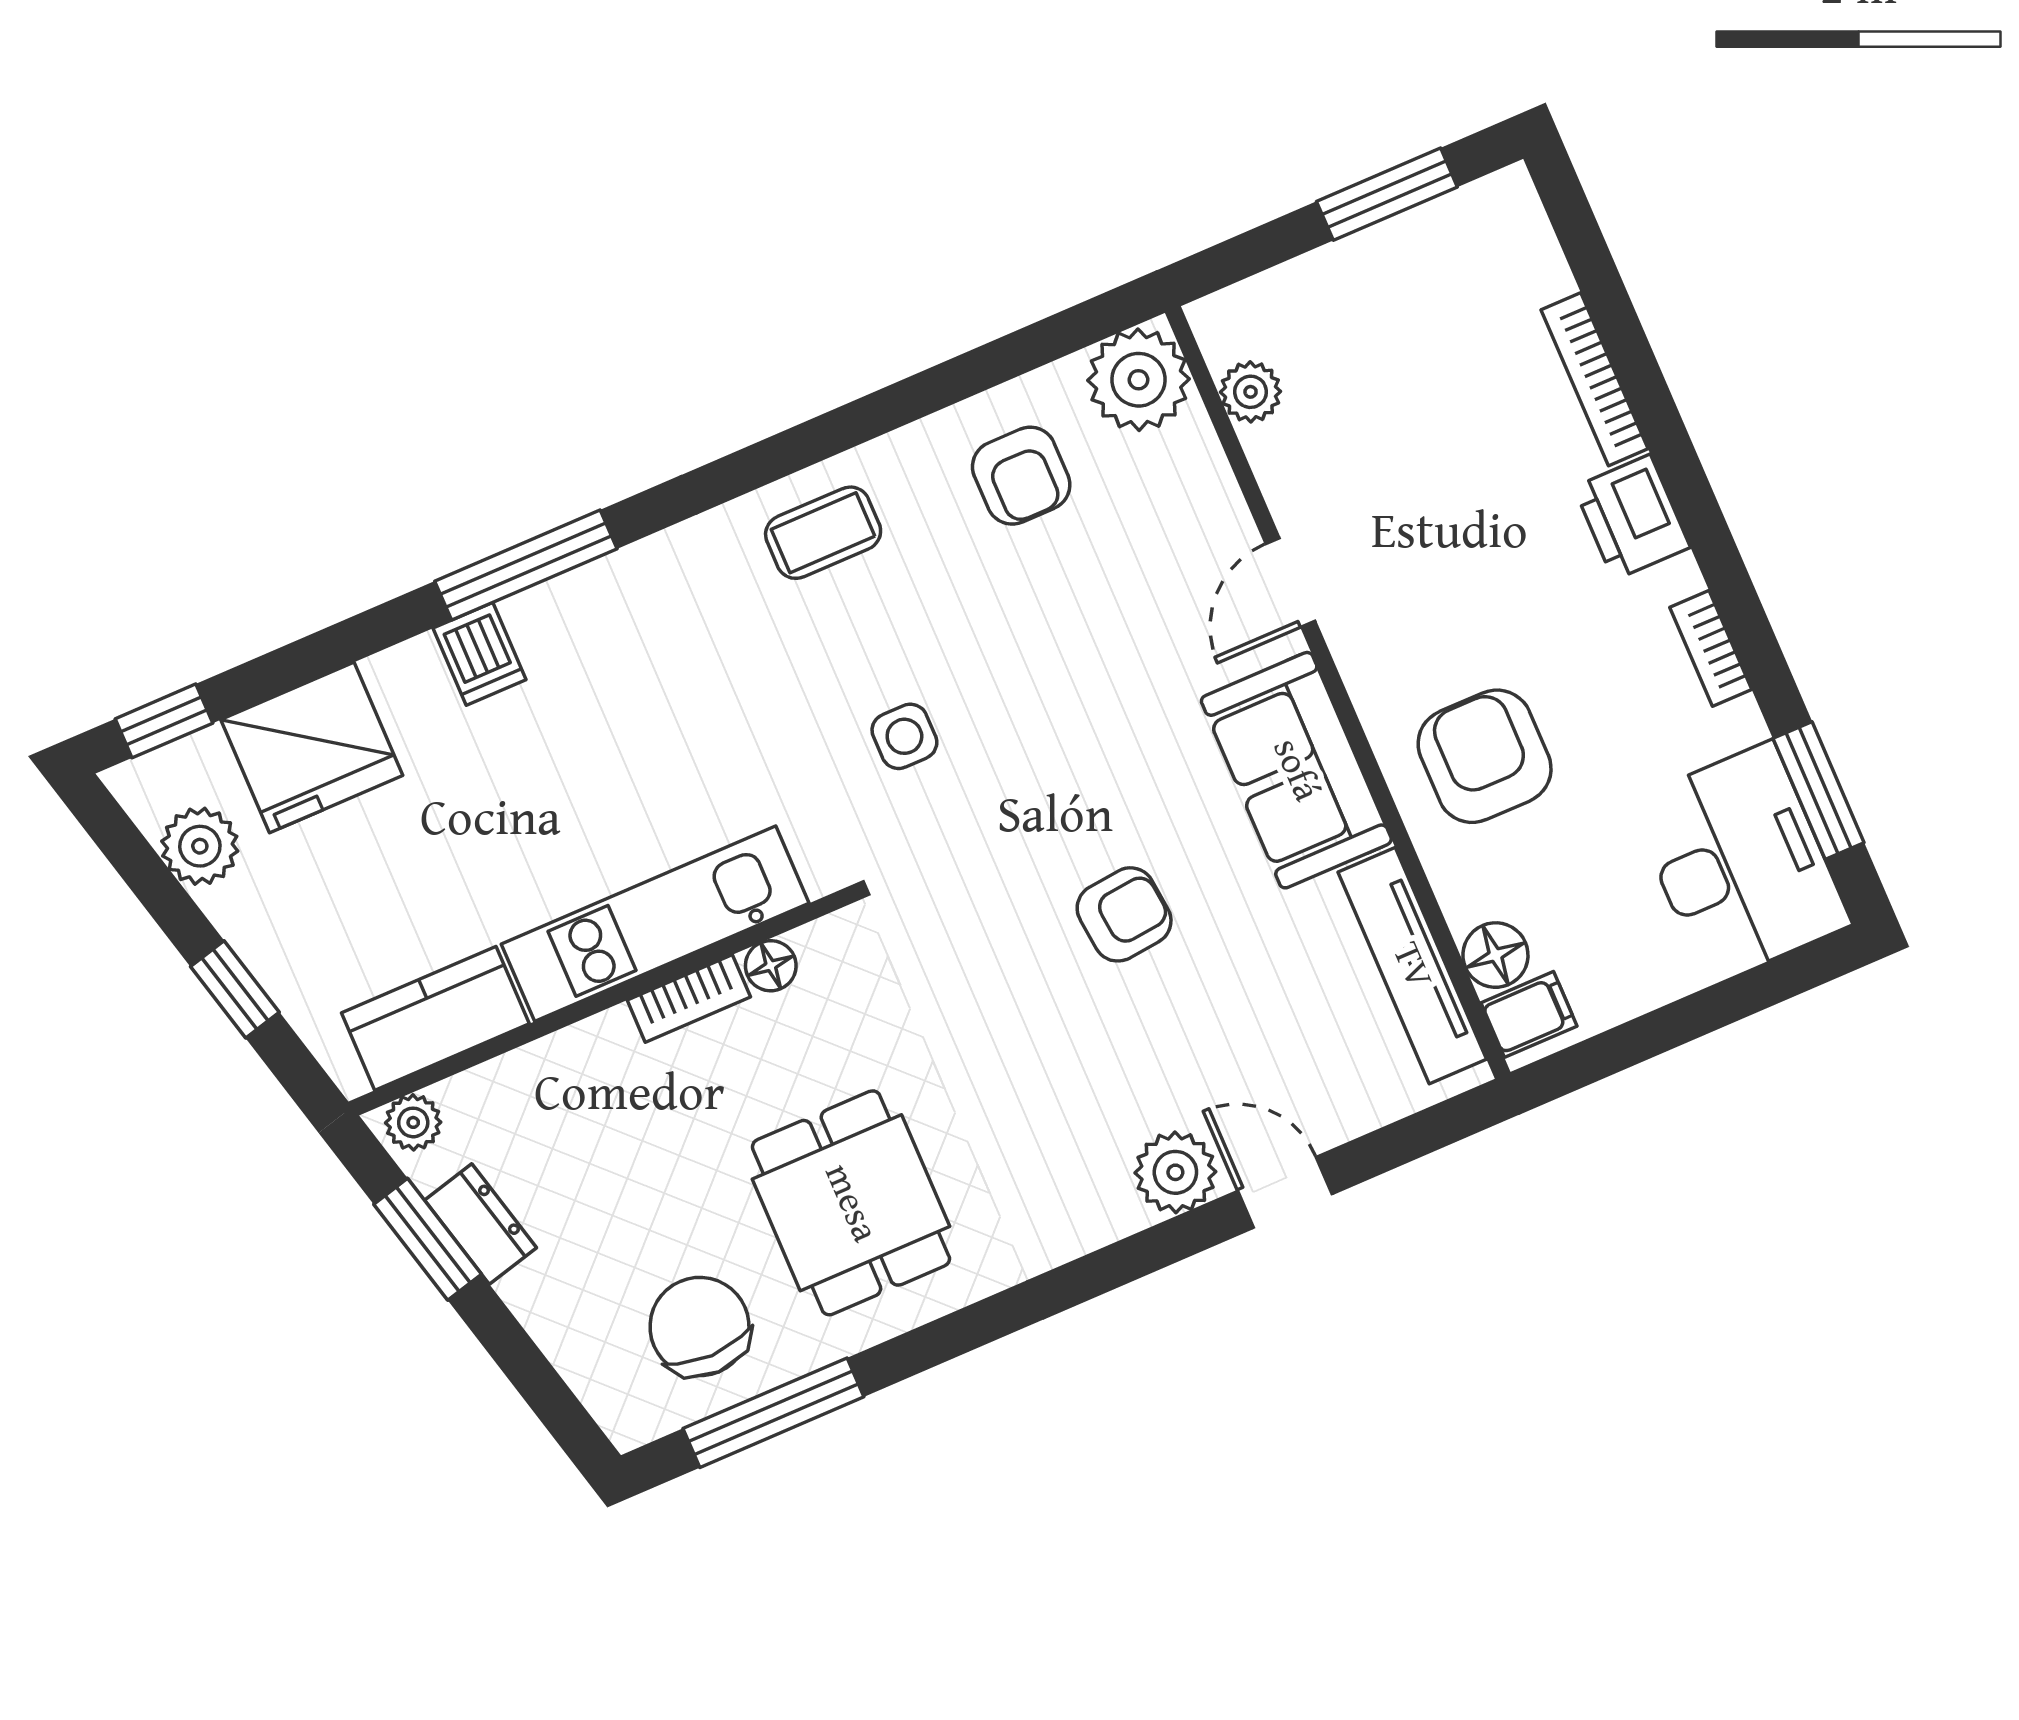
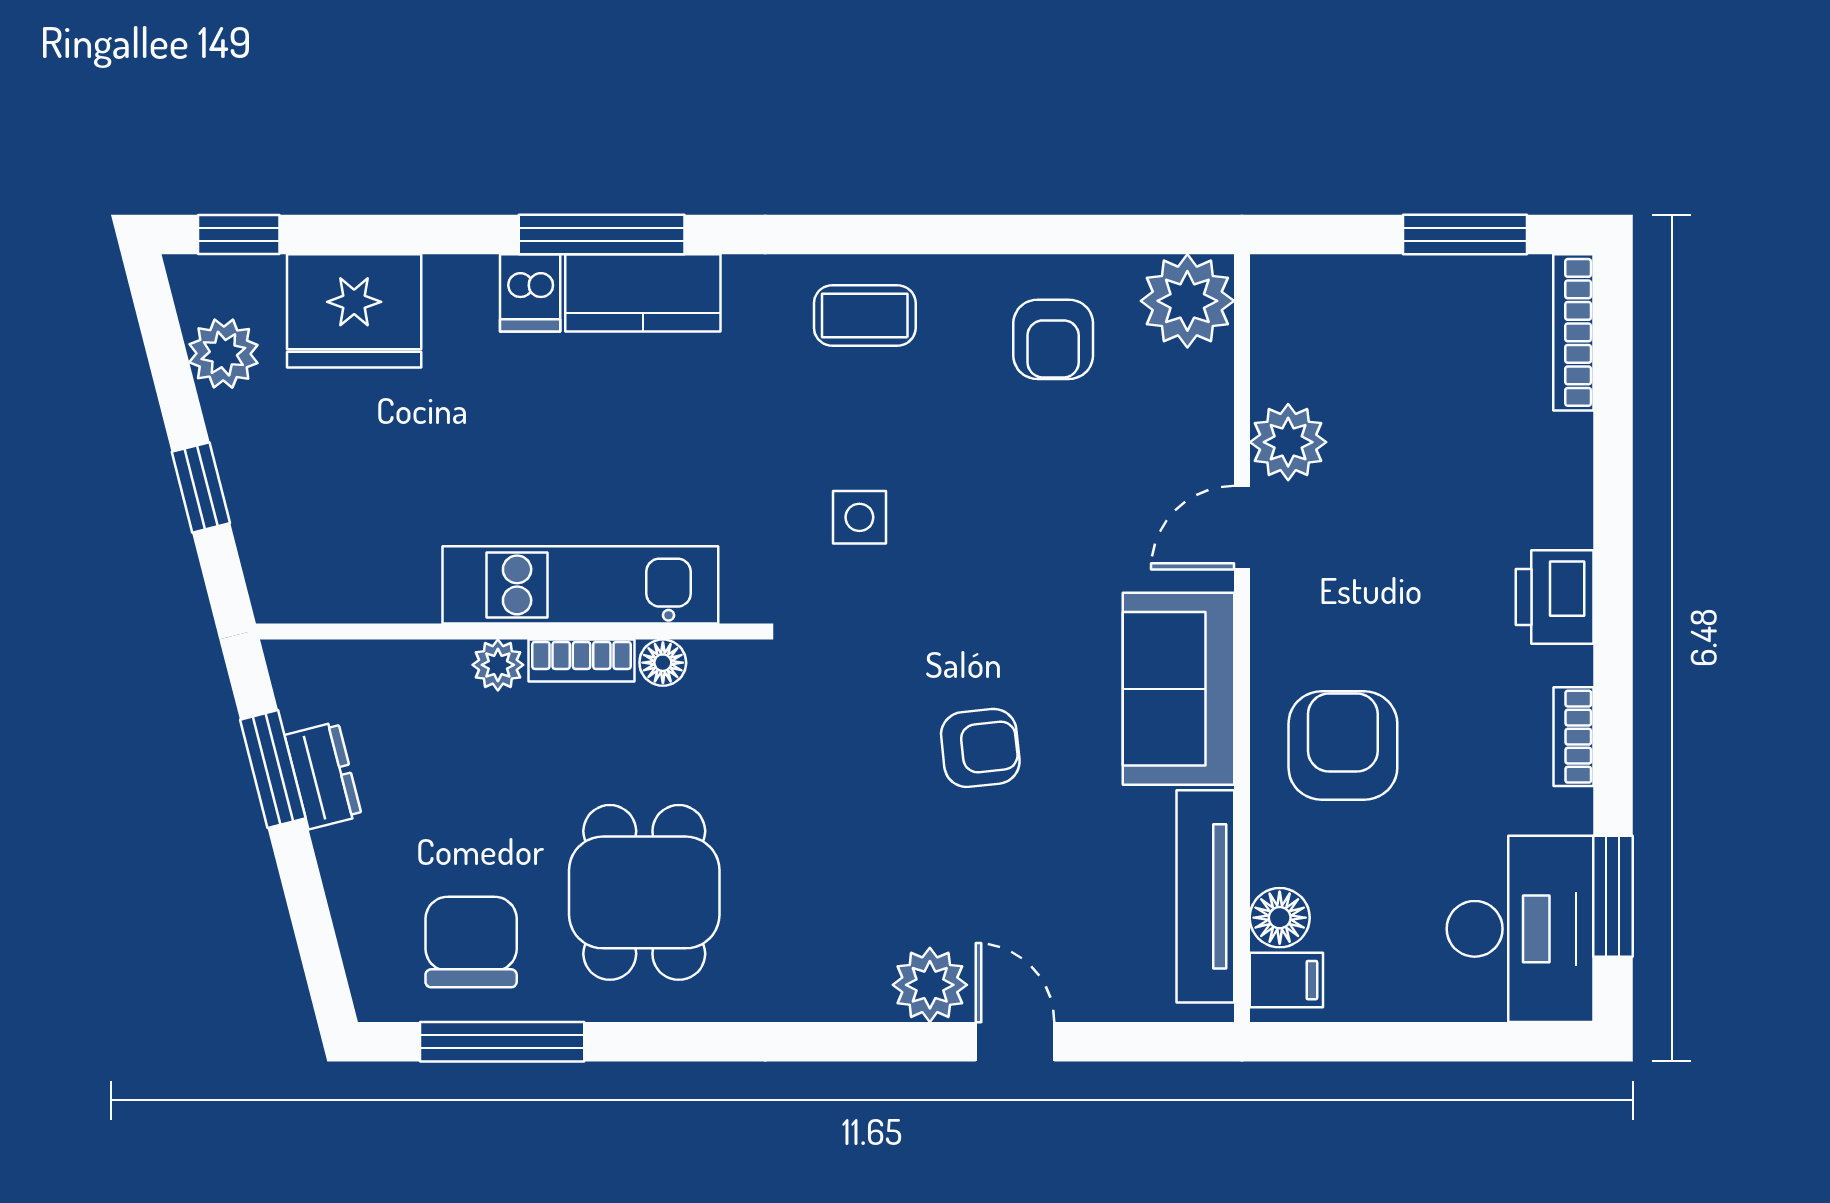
bookcase: (1595, 379) -> (1573, 332), moved
plant: (1251, 392) -> (1288, 442), moved, width x1.38, depth x1.38
kitchen counter: (435, 1018) -> (643, 293), moved, turned 180
plant: (413, 1122) -> (498, 665), moved

